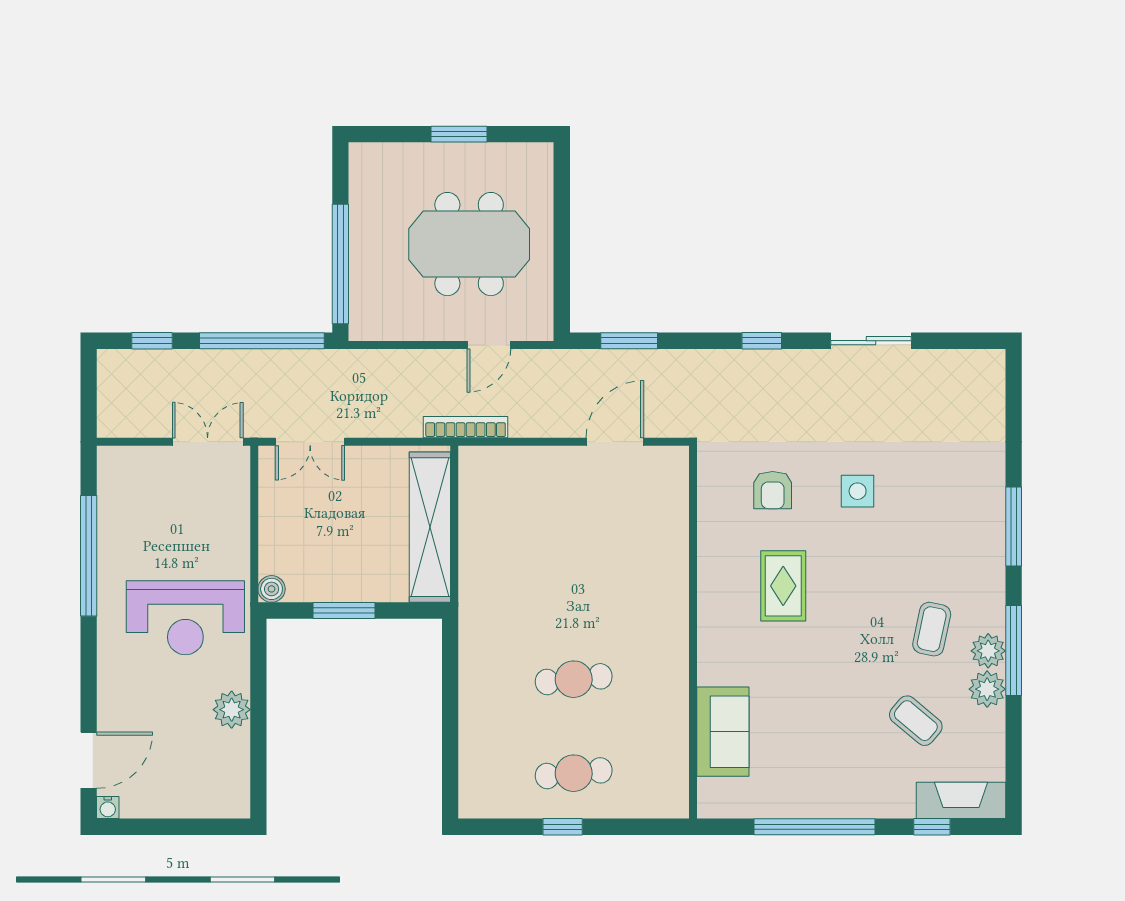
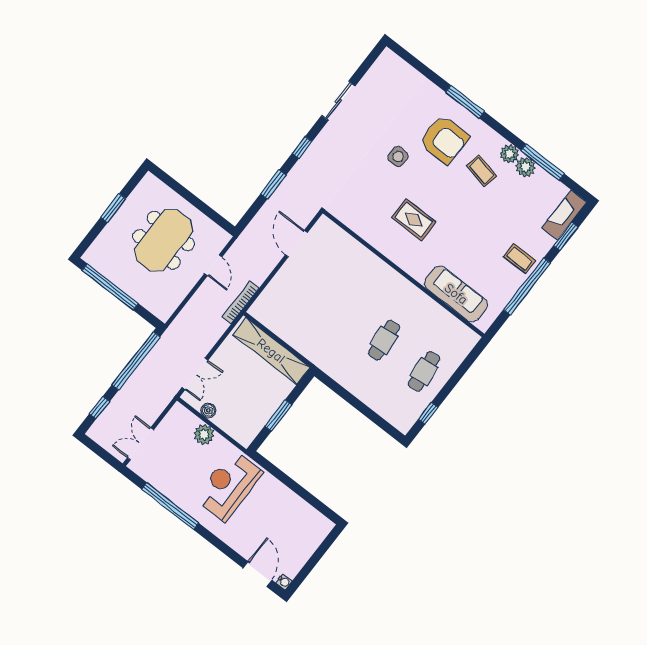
window: (340, 264) -> (110, 287), moved
window: (629, 341) -> (273, 184), moved
double door: (208, 442) -> (141, 444), moved
armchair: (773, 490) -> (444, 140), moved, width x1.88, depth x1.88
boiler: (272, 589) -> (208, 411), moved
reception desk: (185, 618) -> (229, 485), turned 180
window: (1014, 650) -> (543, 162), moved
plant: (232, 710) -> (204, 434), moved
coffee table: (916, 721) -> (520, 259), moved, turned 50
sofa: (723, 732) -> (456, 294), width x1.36
window: (563, 827) -> (428, 413), moved
window: (932, 827) -> (566, 236), width x1.50

